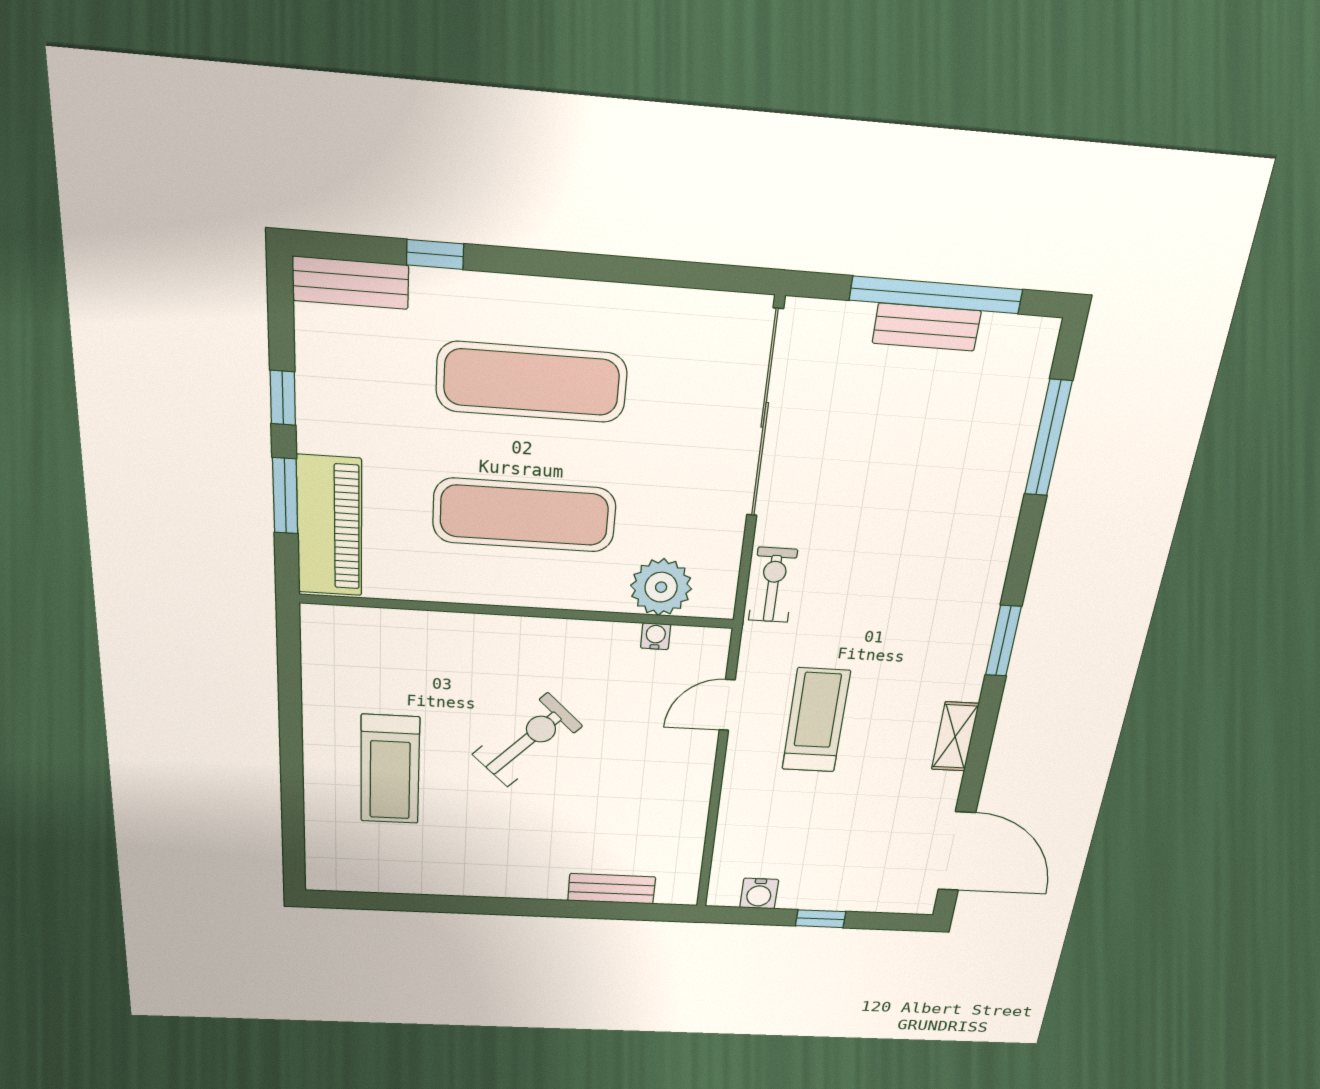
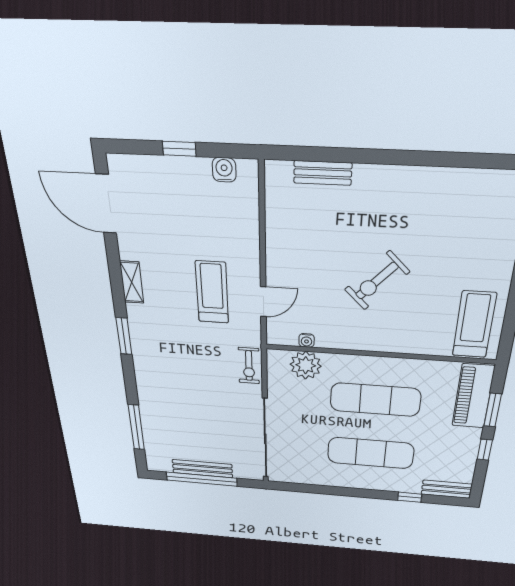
bench: (927, 327) -> (202, 469), width x1.36
treadmill: (816, 720) -> (212, 292), turned 180
treadmill: (390, 770) -> (474, 325), moved

